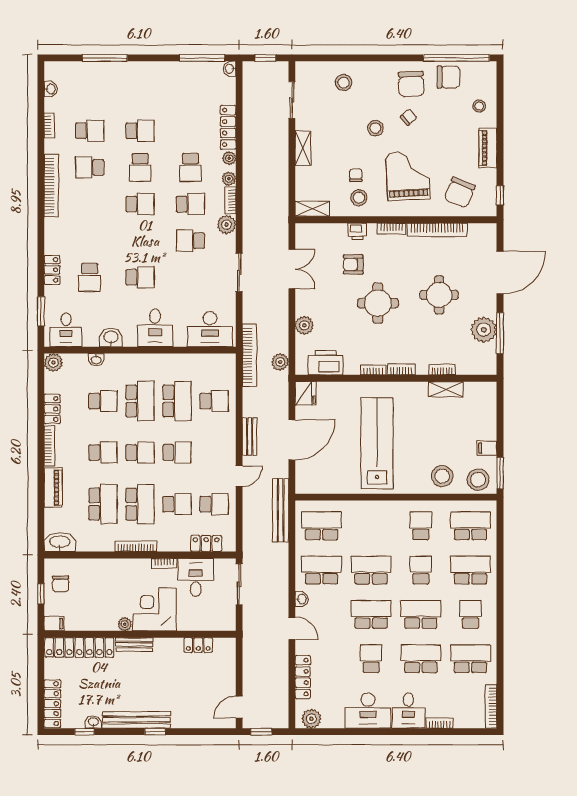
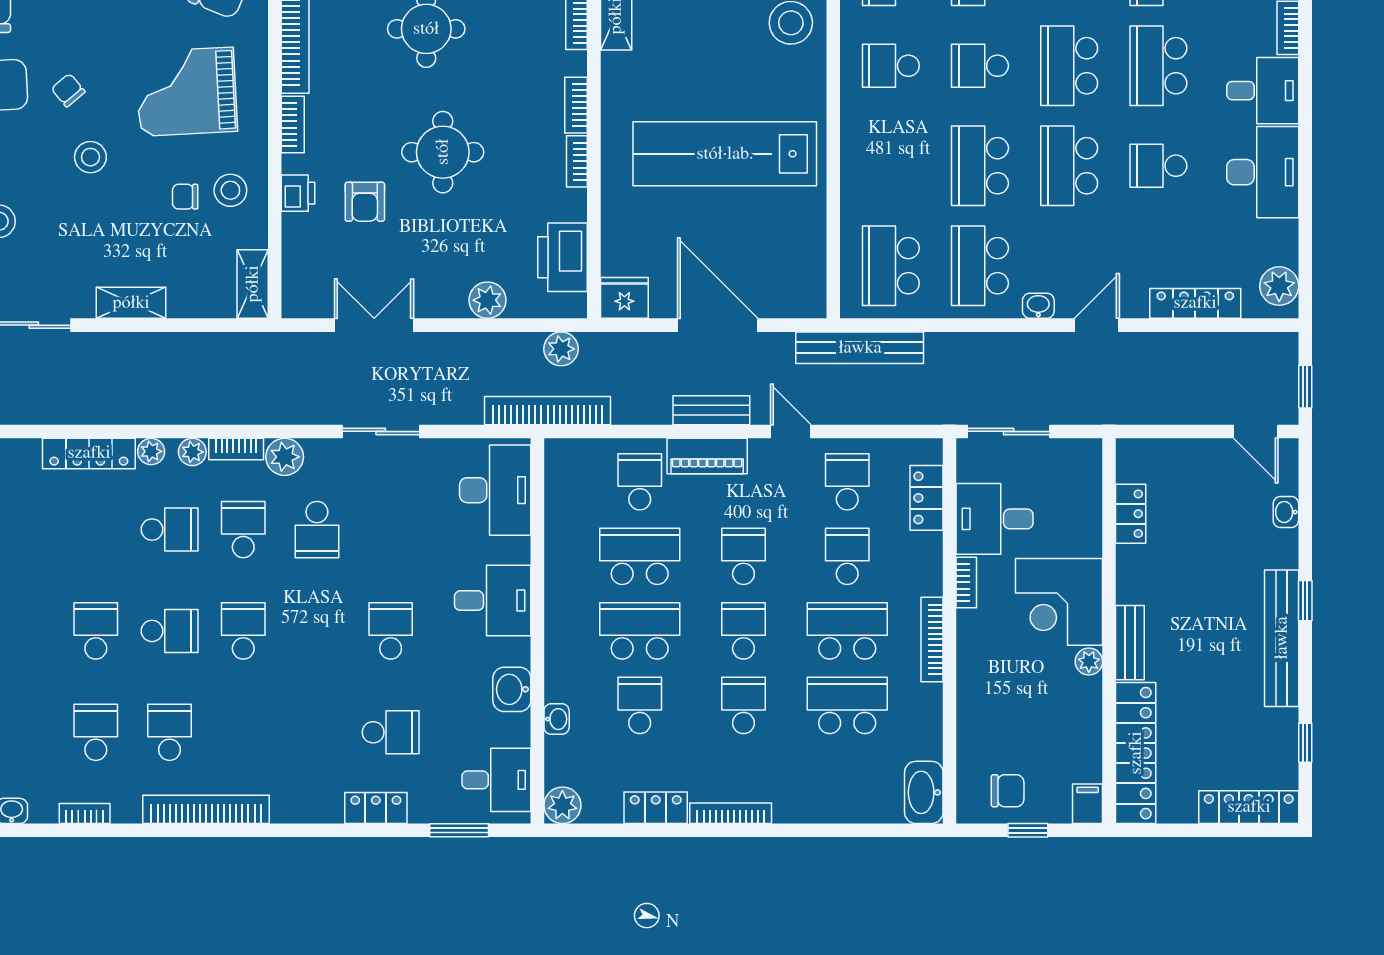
school desk: (90, 167) -> (170, 732), turned 180
piano: (53, 488) -> (707, 456), moved, turned 180
washbasin: (93, 722) -> (1286, 512), moved

